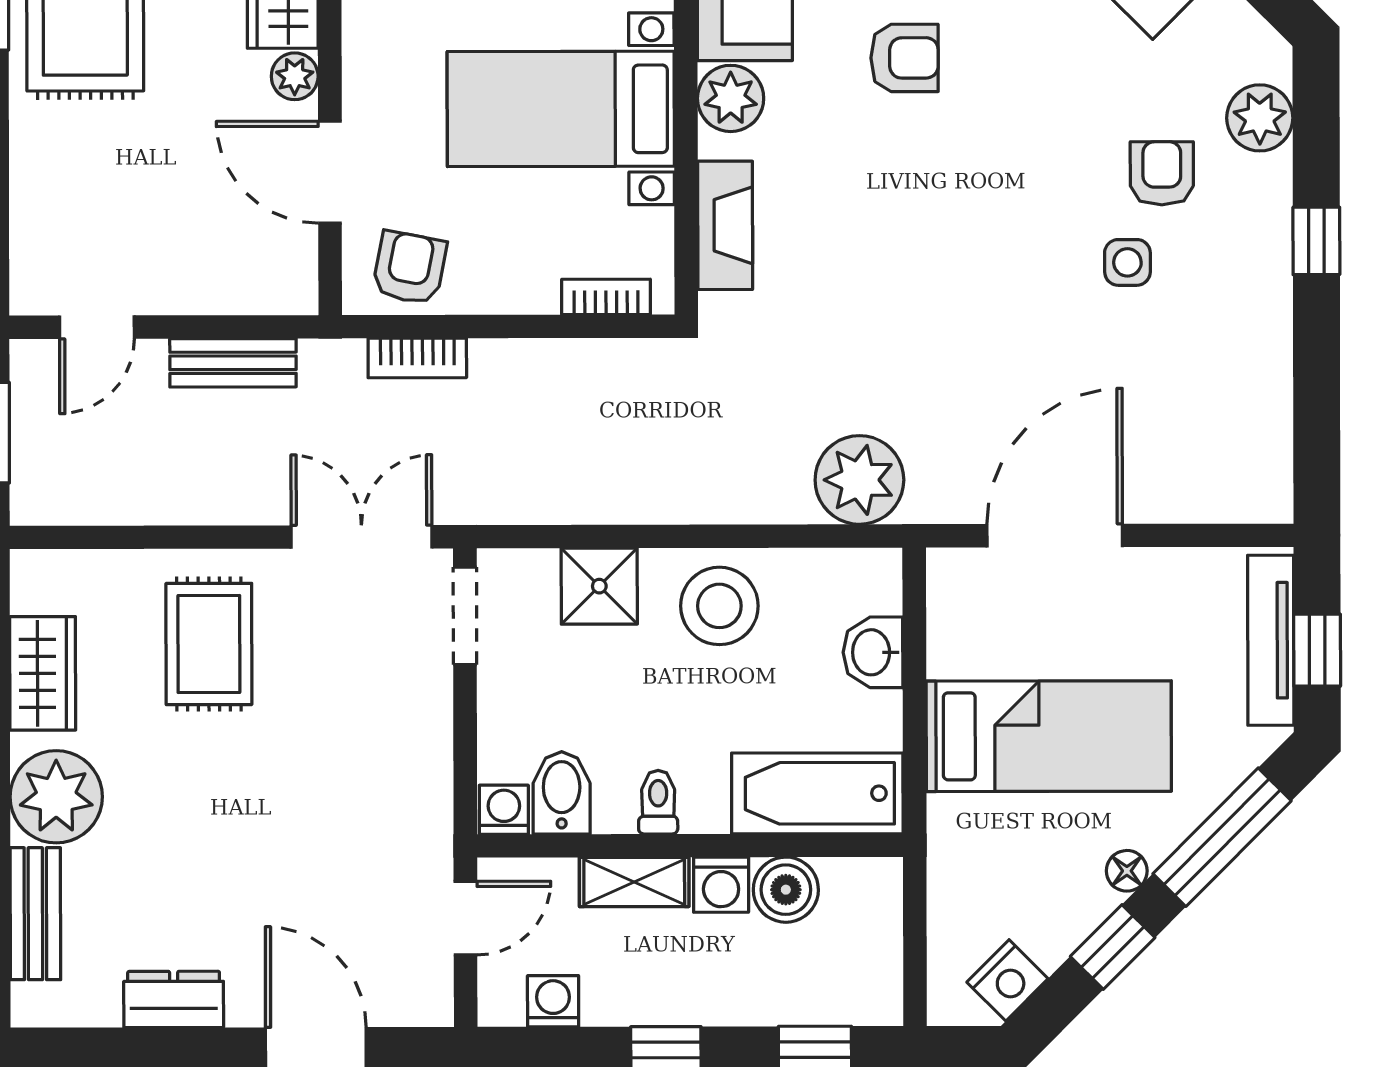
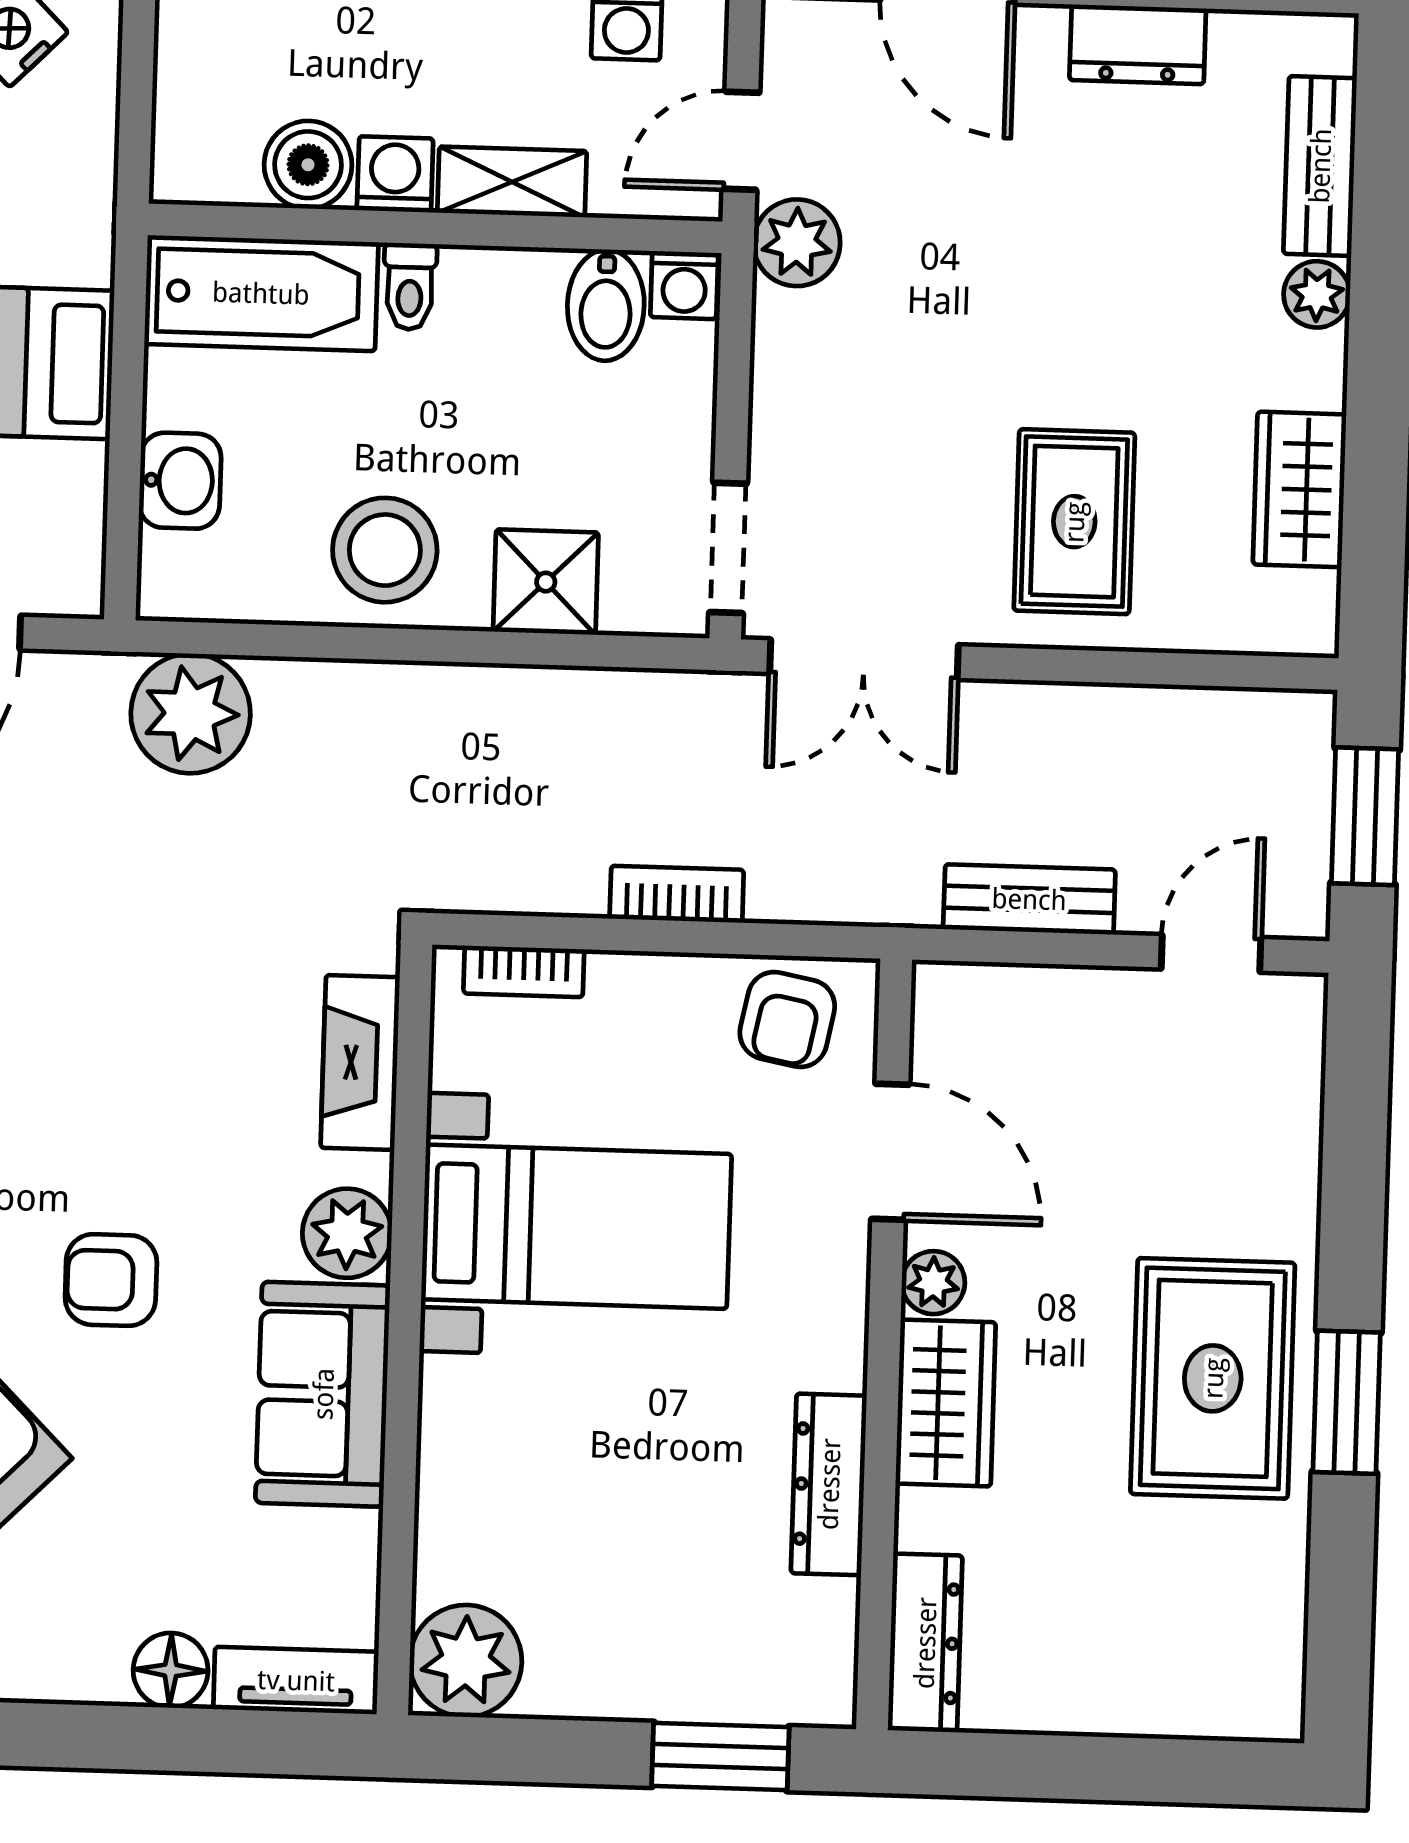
bookcase: (417, 358) -> (677, 894), moved
plant: (56, 797) -> (1317, 294), width x0.53, depth x0.53
toilet: (658, 802) -> (410, 286), moved
plant: (421, 844) -> (797, 243), added

